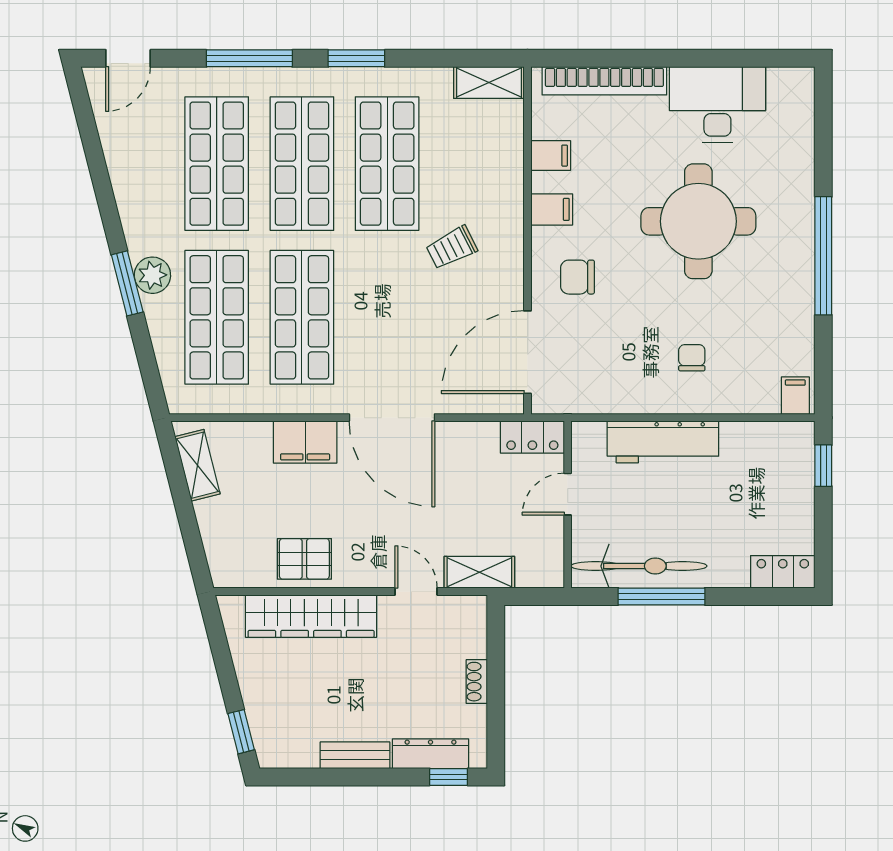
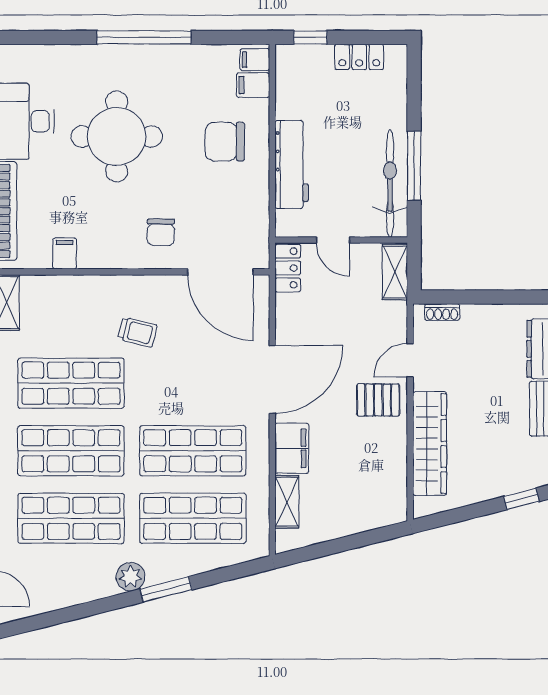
filing cabinet: (552, 209) -> (253, 85), moved, turned -90
trolley: (452, 248) -> (138, 332), turned -49
plant: (152, 275) -> (130, 577), moved
chair: (692, 358) -> (225, 142), width x1.87, depth x1.87
shelving: (197, 465) -> (287, 502), moved, turned -76
pallet: (304, 559) -> (378, 400), moved, turned 90
shelving: (479, 572) -> (395, 272), moved
locker: (783, 572) -> (359, 57), moved, turned -90
shoe rack: (477, 682) -> (442, 312), moved

